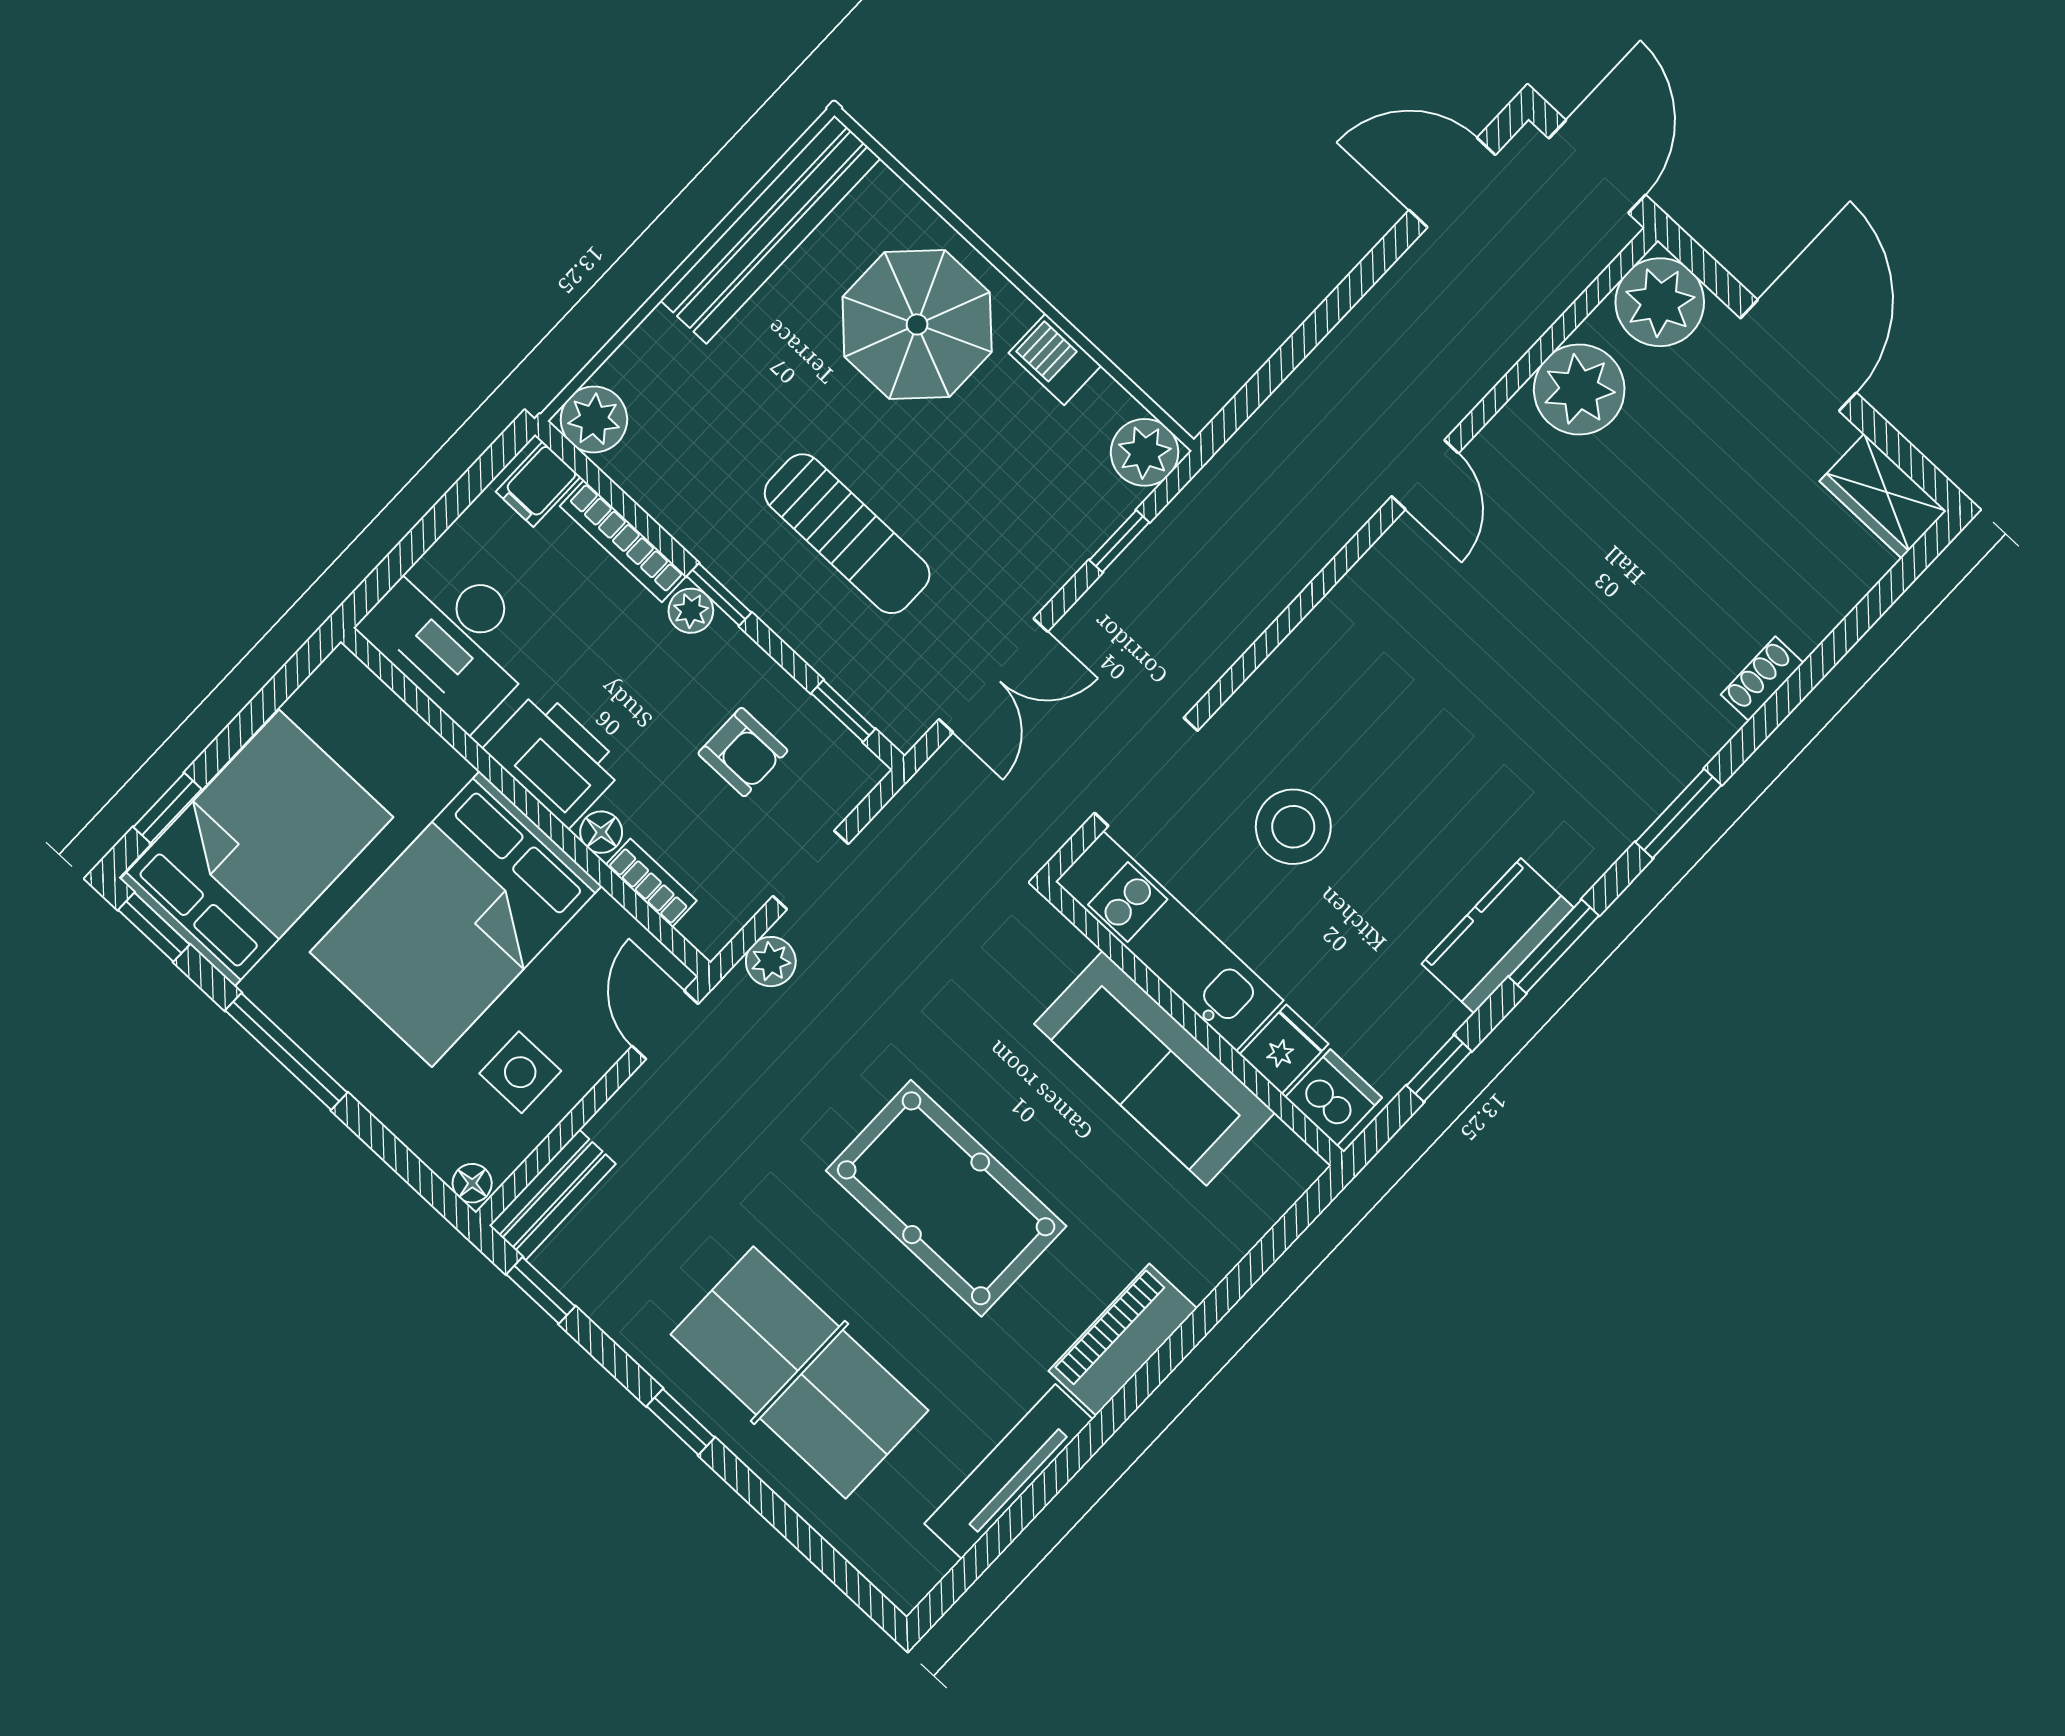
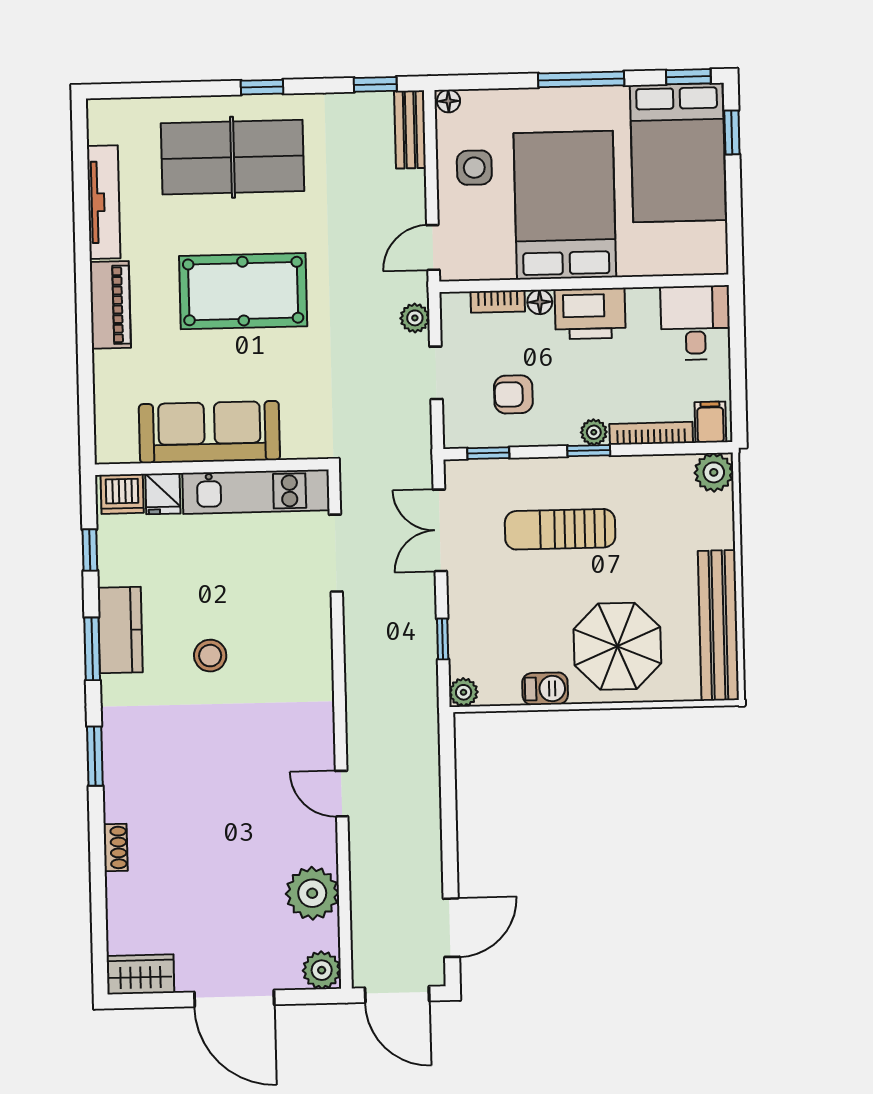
plant: (1660, 302) -> (322, 970), width x0.73, depth x0.73
plant: (1145, 452) -> (464, 692), width x0.73, depth x0.73
desk: (454, 637) -> (695, 323), width x0.73
stool: (1293, 827) -> (210, 656), moved, width x0.73, depth x0.73
door: (665, 1025) -> (433, 247), swing flipped

